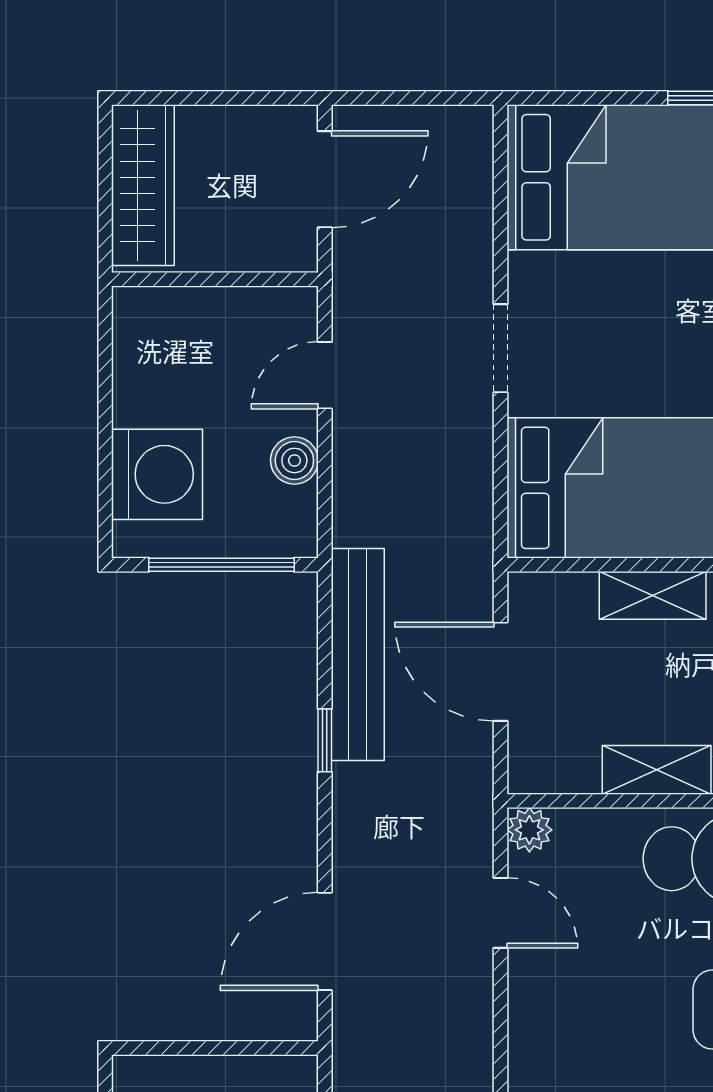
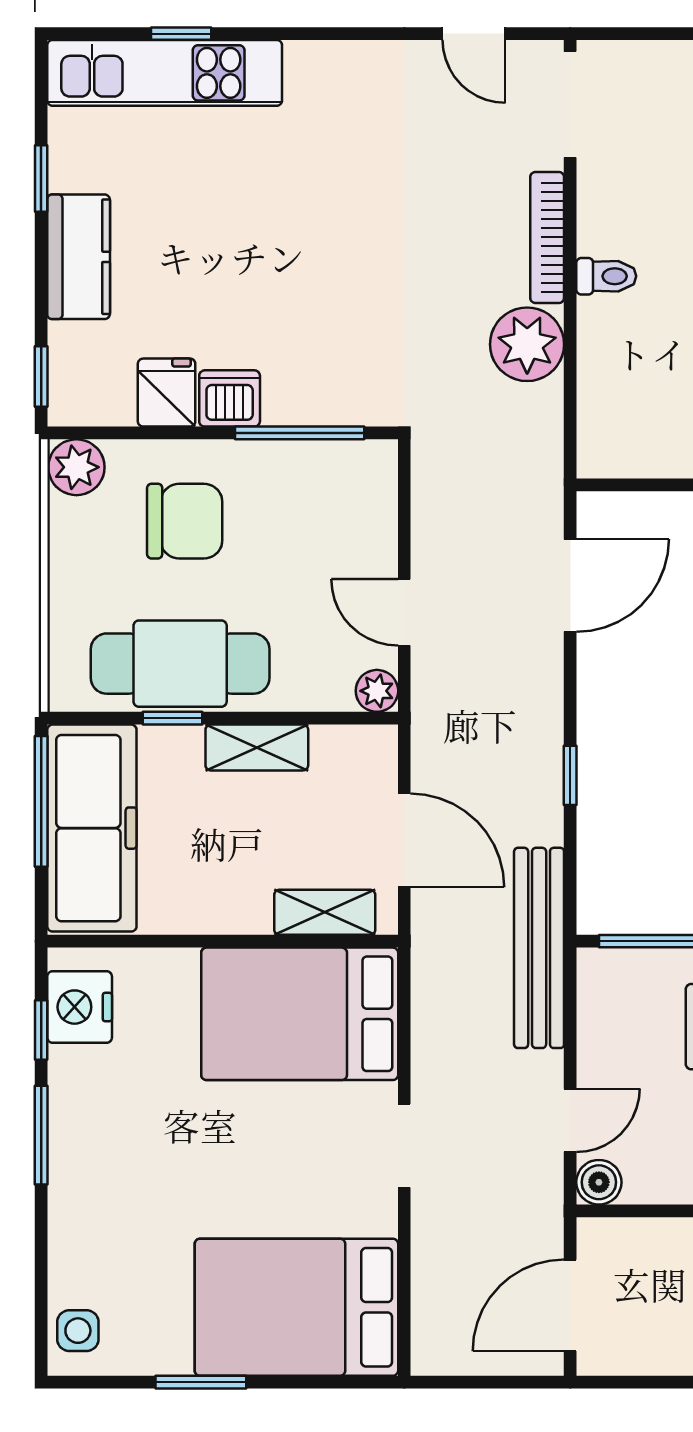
boiler: (294, 460) -> (599, 1182), moved
shelving: (653, 595) -> (325, 912), moved
bench: (358, 654) -> (539, 948), moved

